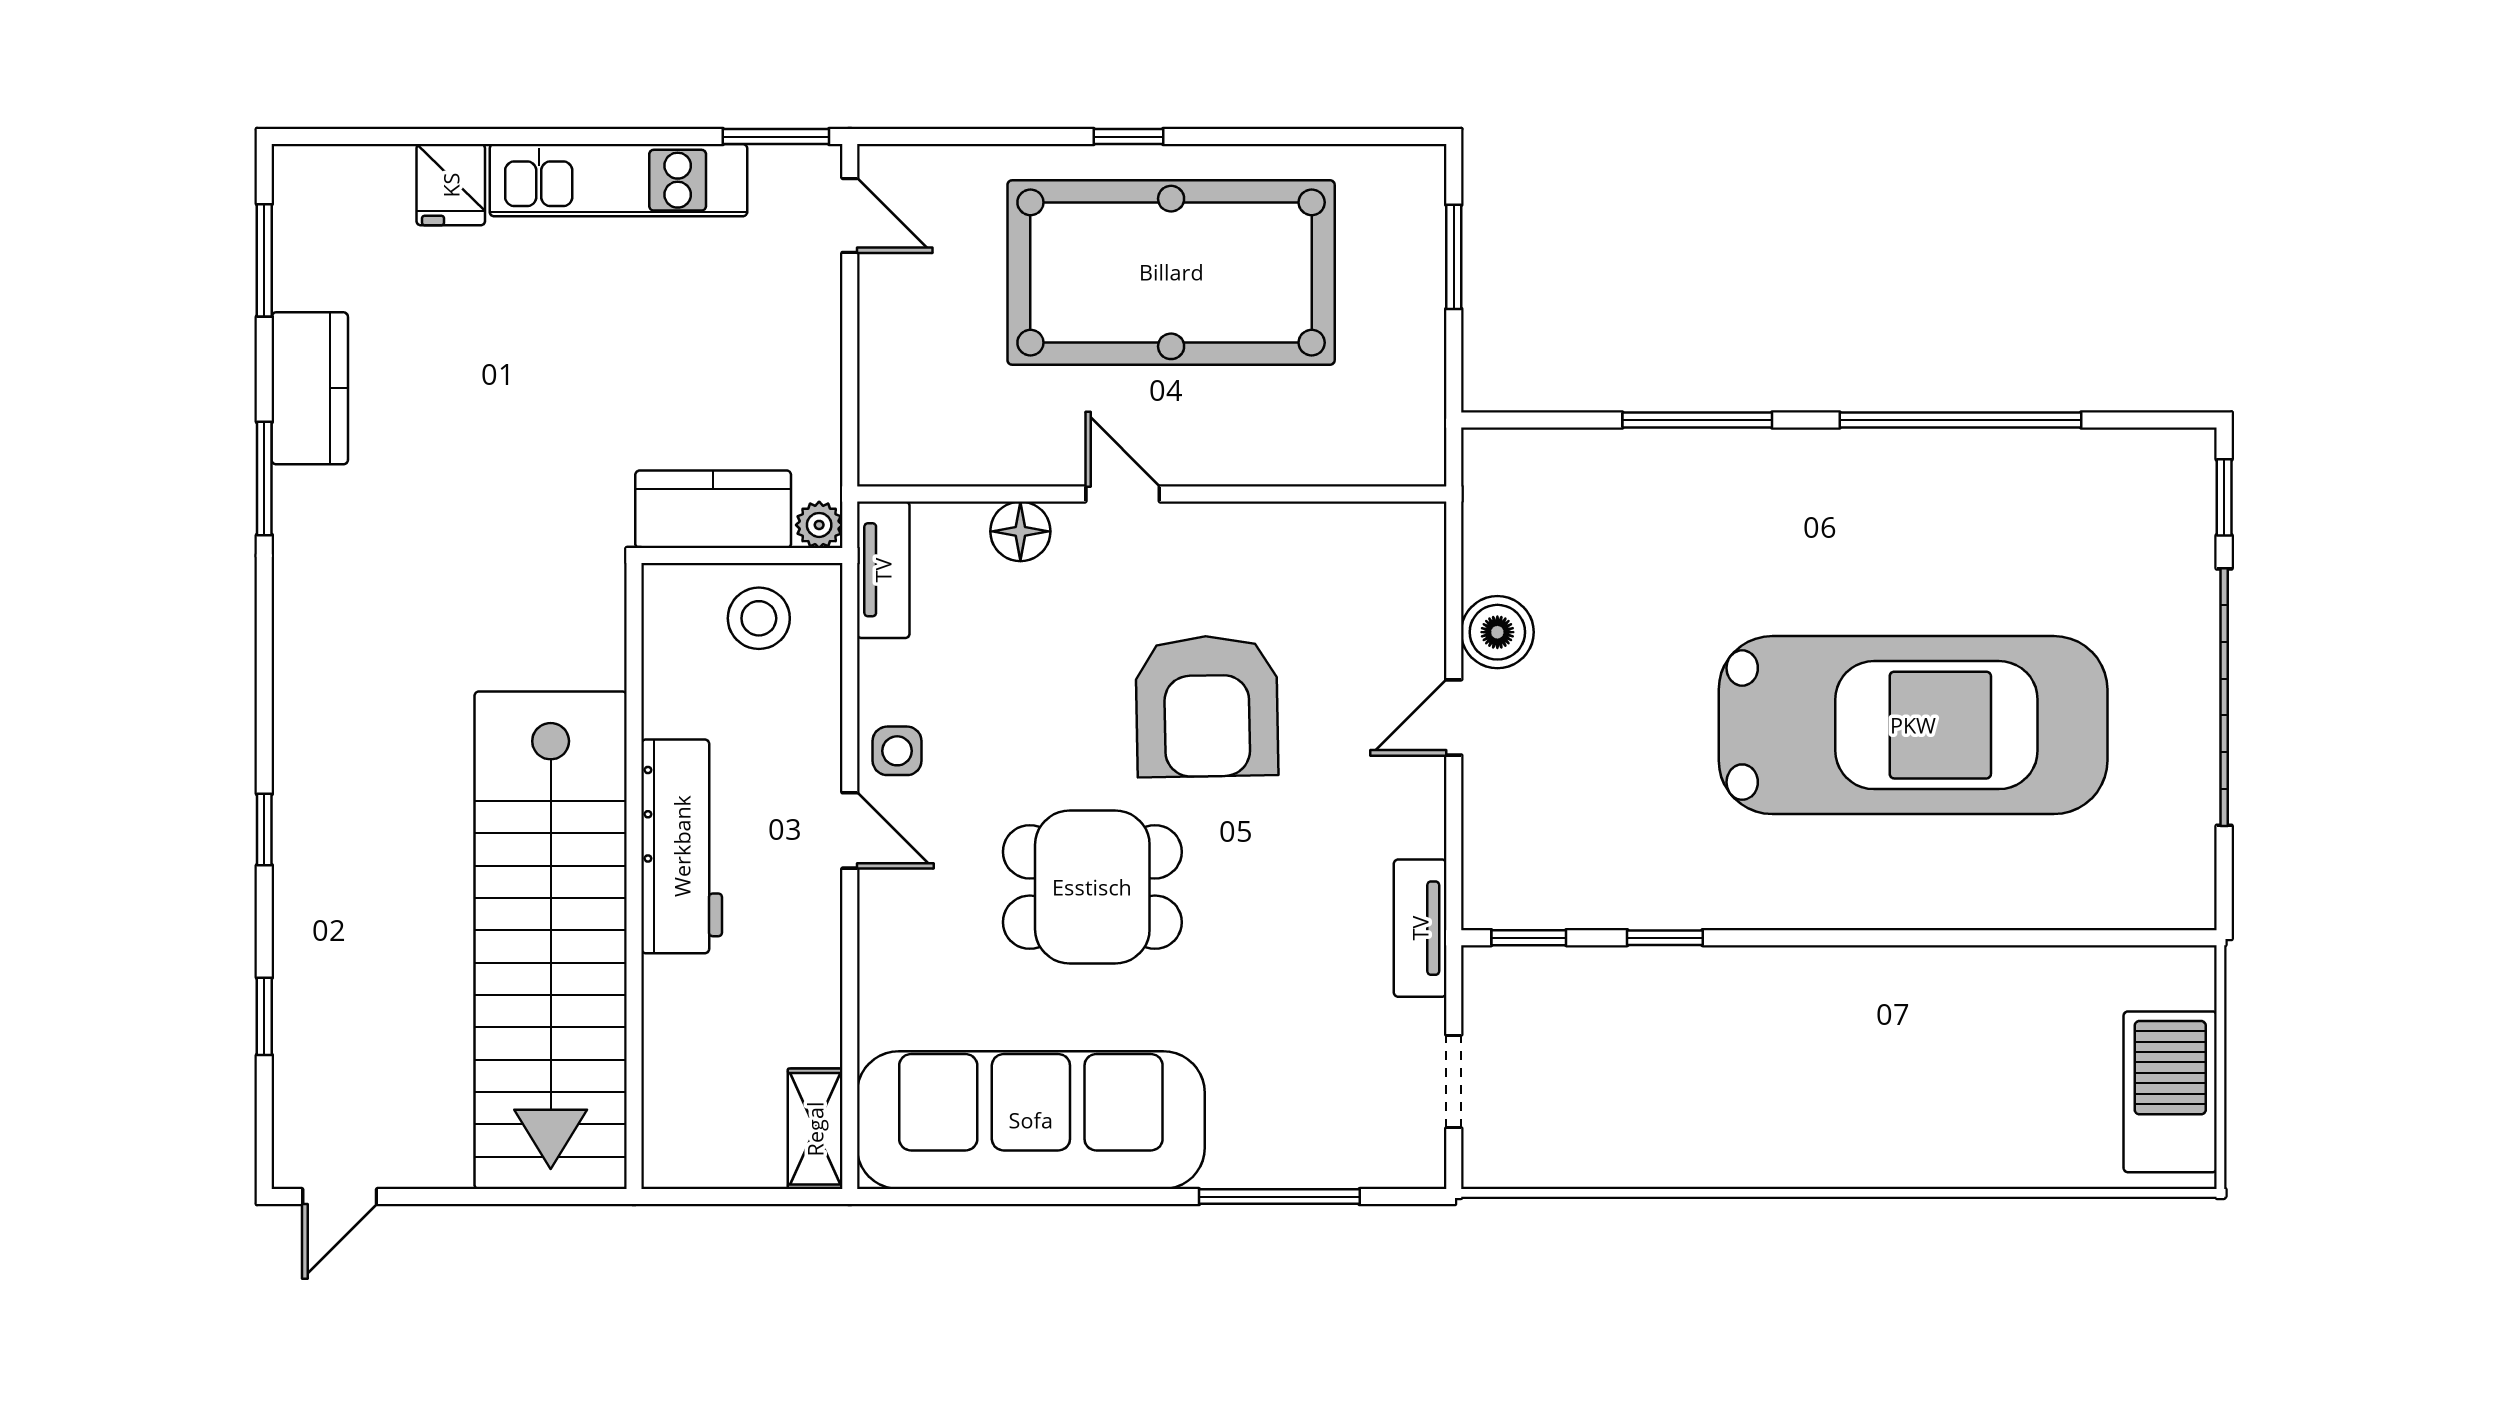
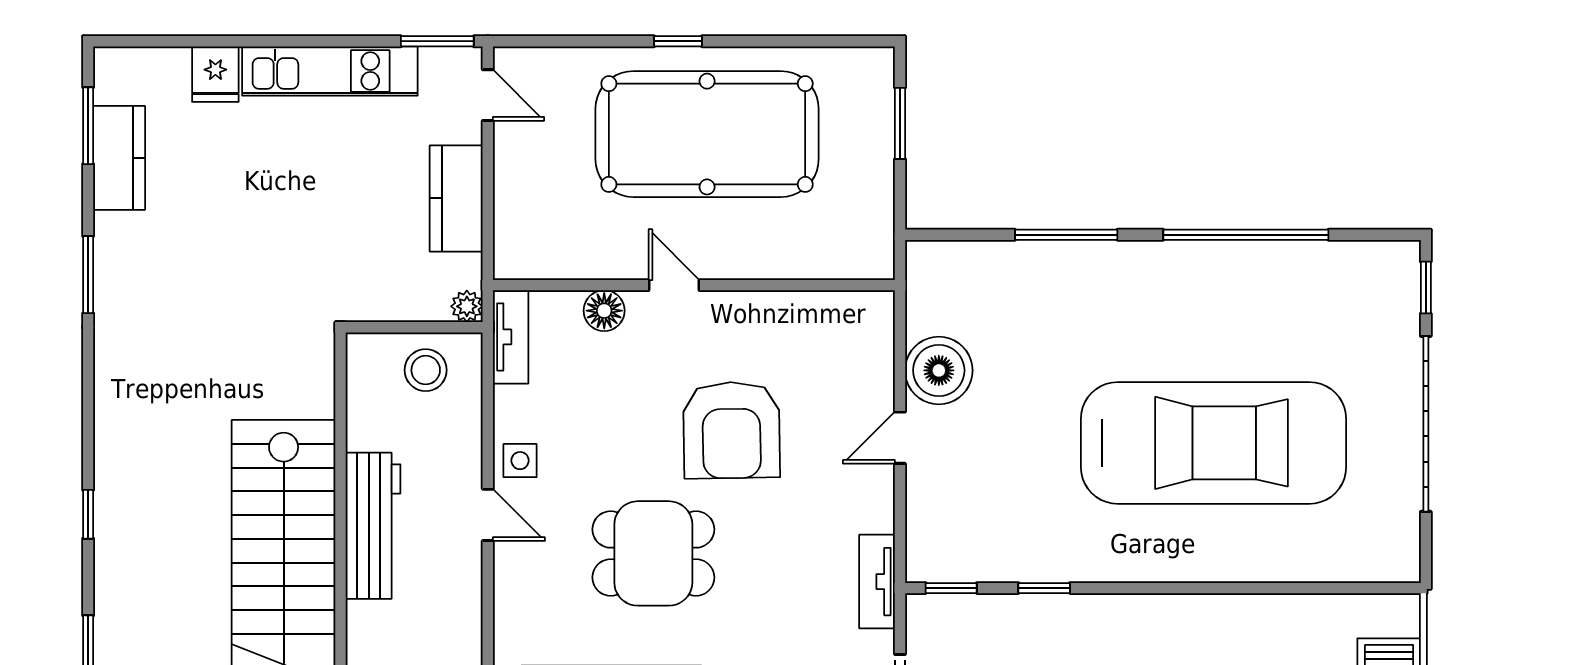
kitchen counter: (310, 388) -> (119, 158), moved
kitchen counter: (713, 509) -> (456, 198), moved, turned -90
boiler: (1497, 632) -> (939, 370), width x1.37, depth x1.37

